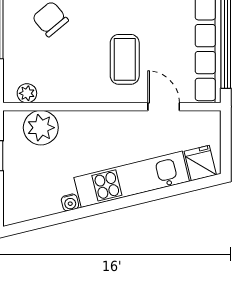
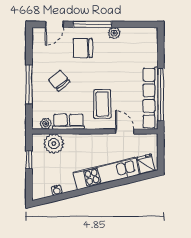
row of seats: (66, 90) -> (68, 122), added
water cooler: (70, 202) -> (57, 190), moved

